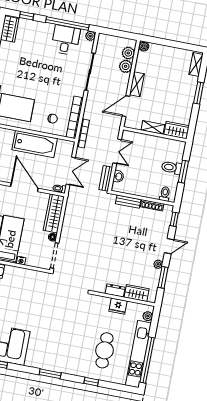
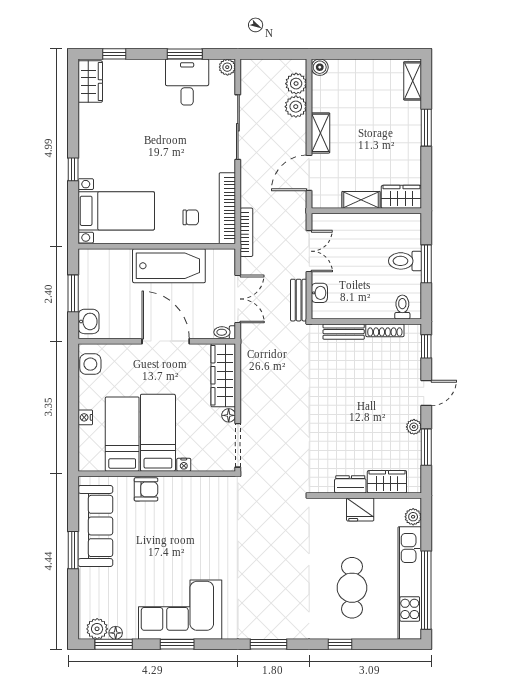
window: (67, 24) -> (185, 54), width x0.47

